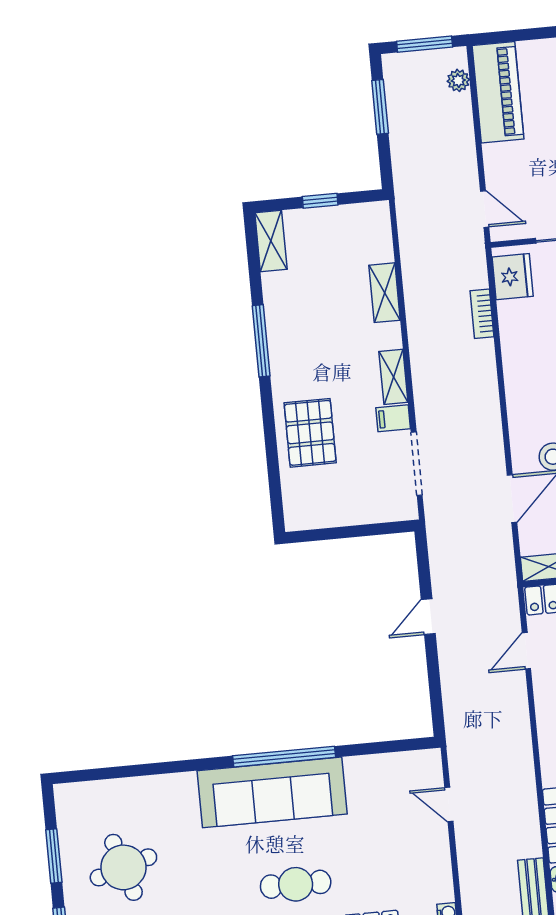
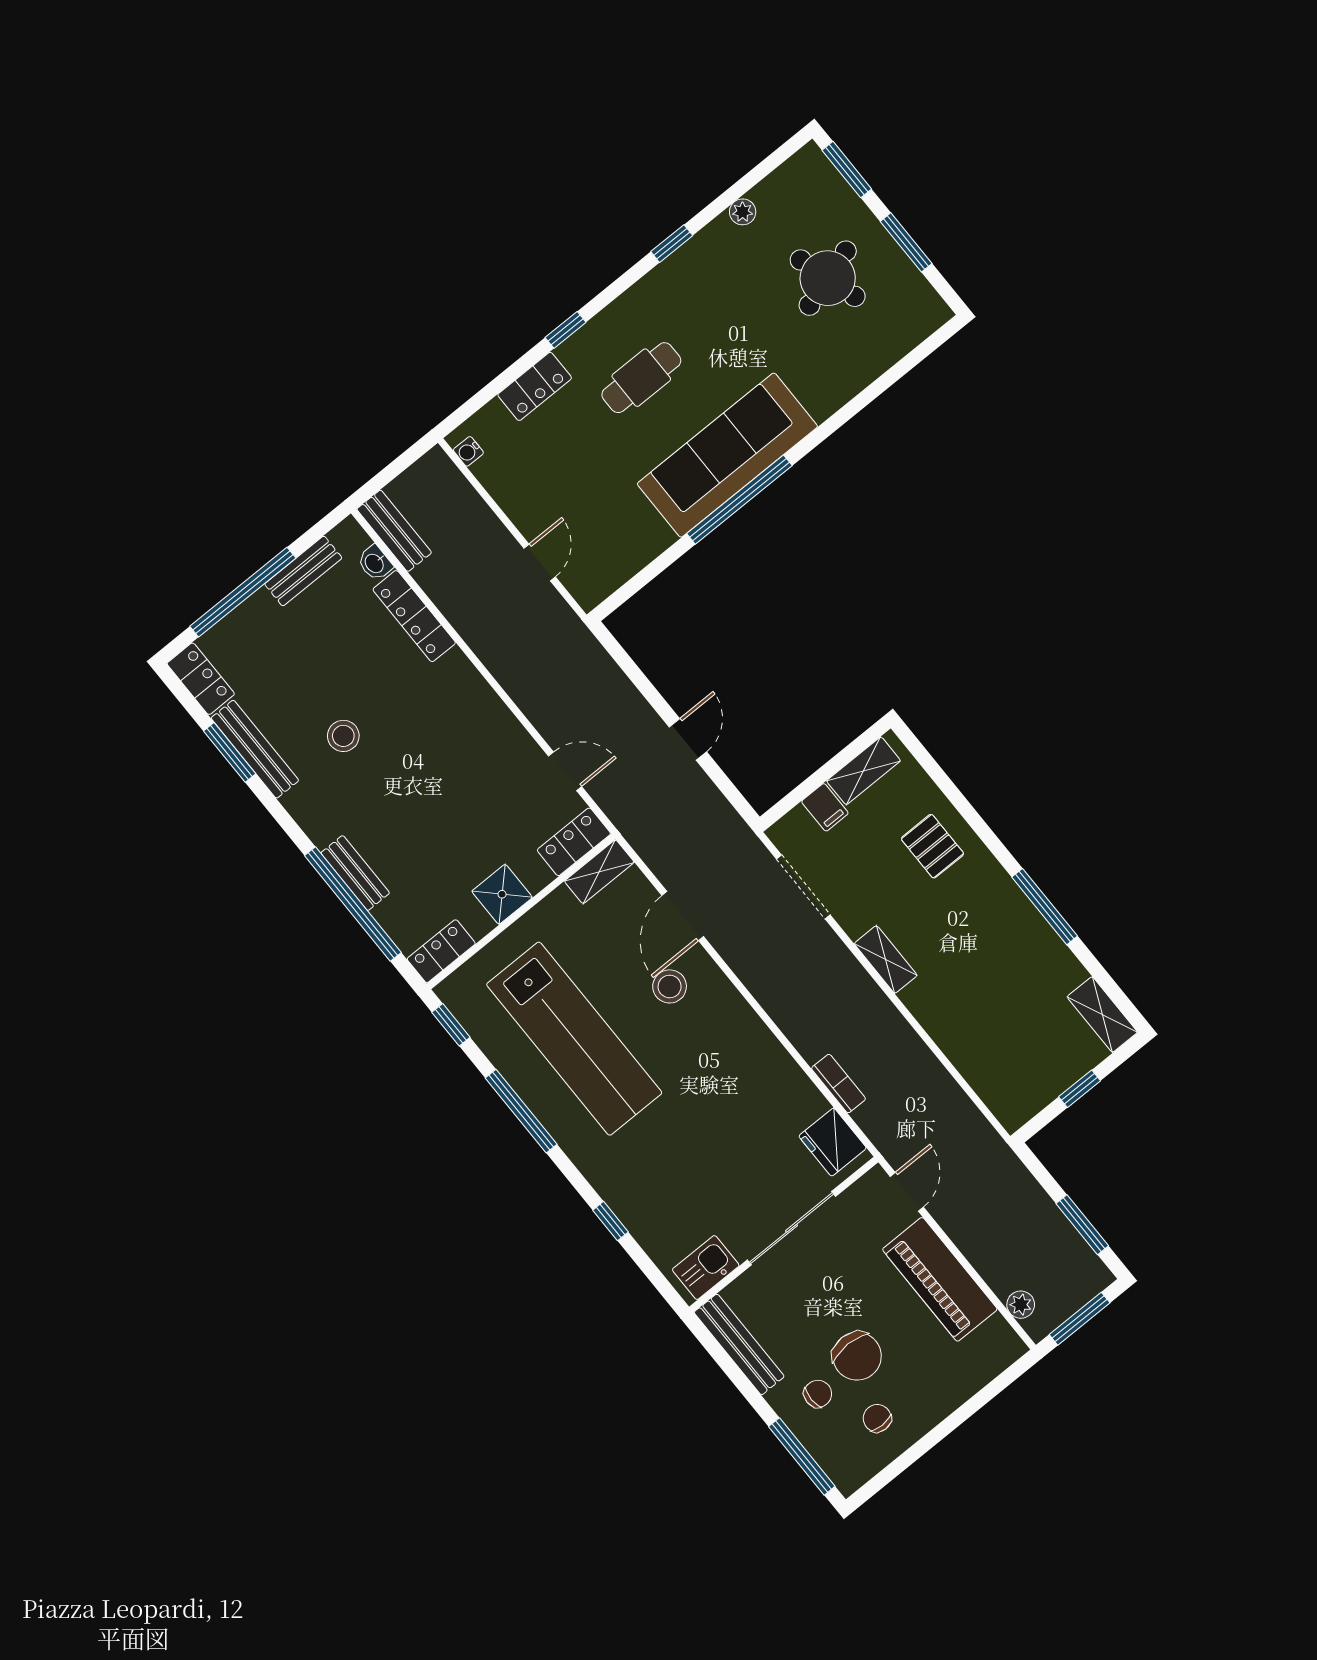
piano: (498, 92) -> (940, 1279), moved
door: (485, 209) -> (907, 1192), swing flipped
shelving: (385, 293) -> (864, 771), moved, turned 90
filing cabinet: (393, 418) -> (825, 807), moved, turned 90
pallet: (310, 433) -> (932, 846), width x0.67, depth x0.71
door: (526, 651) -> (565, 771), hinge flipped
door: (449, 804) -> (540, 563), hinge flipped

